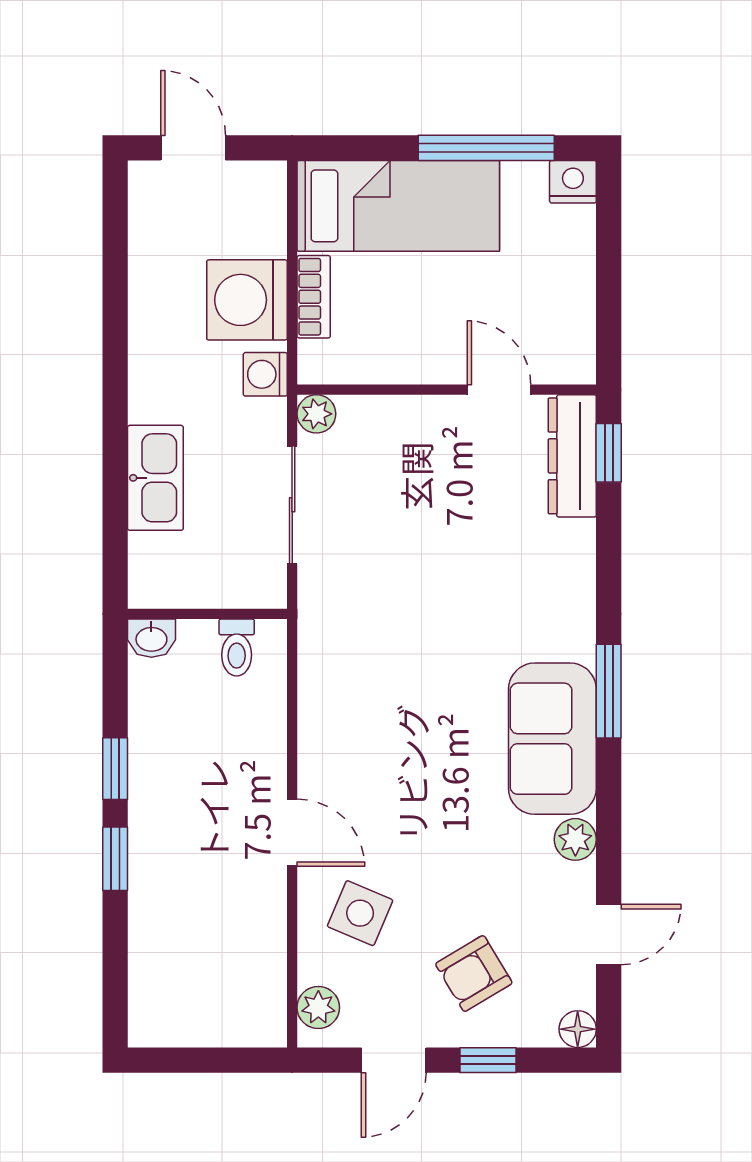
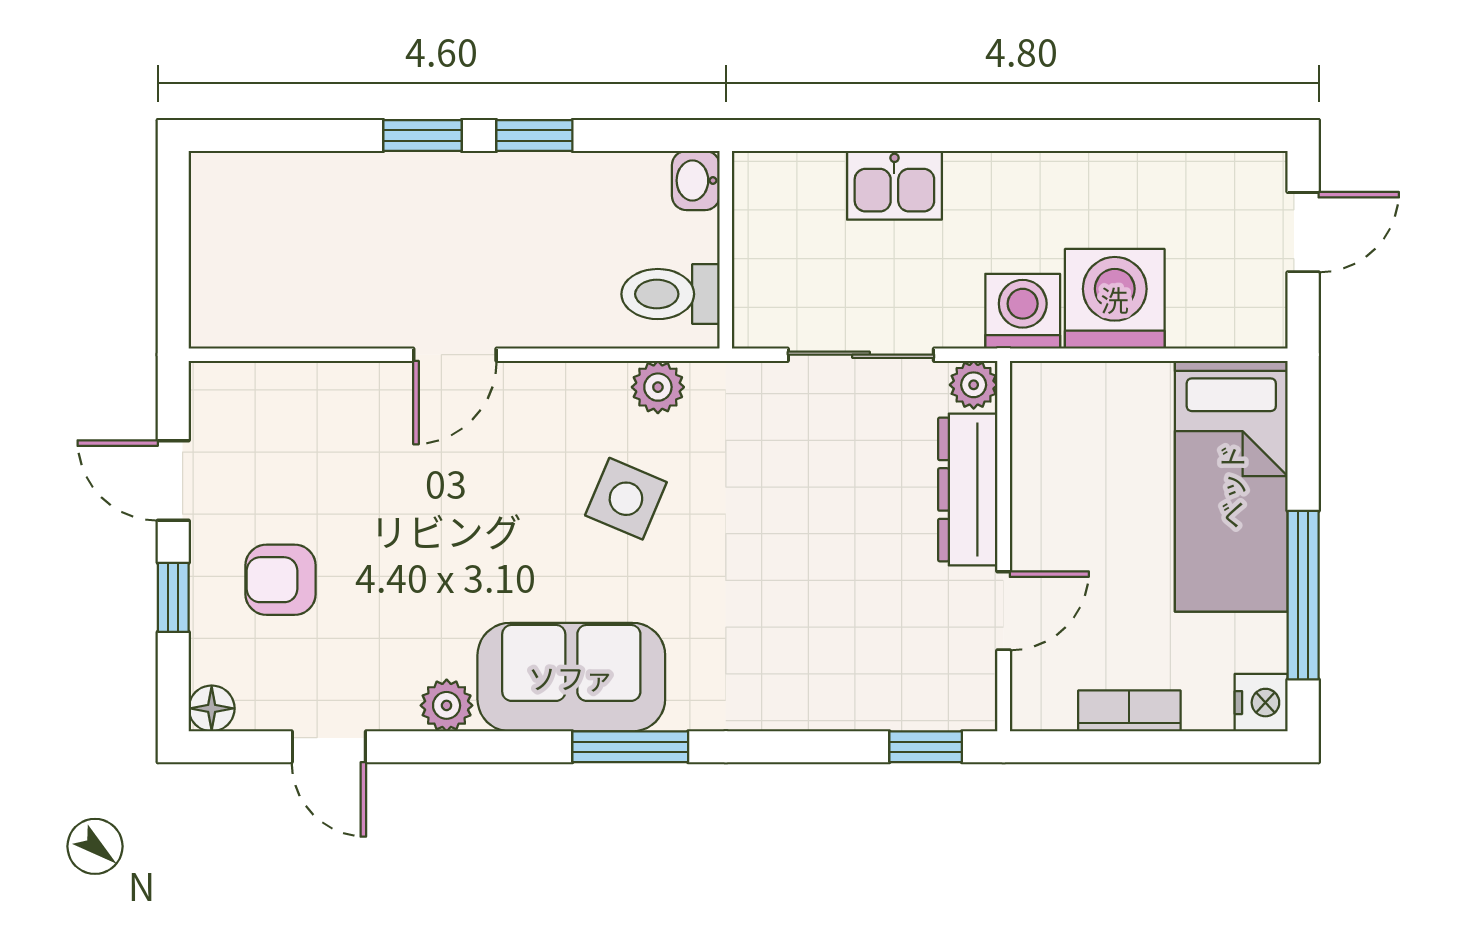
bookcase: (314, 297) -> (1129, 711), moved, turned 180
washing machine: (265, 374) -> (1023, 311), width x1.38, depth x1.38
dresser: (572, 456) -> (968, 489), moved, turned -90
kitchen sink: (155, 478) -> (894, 185), width x0.73
toilet: (237, 648) -> (671, 294), width x1.37, depth x1.39
side table: (360, 913) -> (626, 499), moved
armchair: (474, 973) -> (280, 580), turned -59
plant: (318, 1007) -> (658, 387), moved

